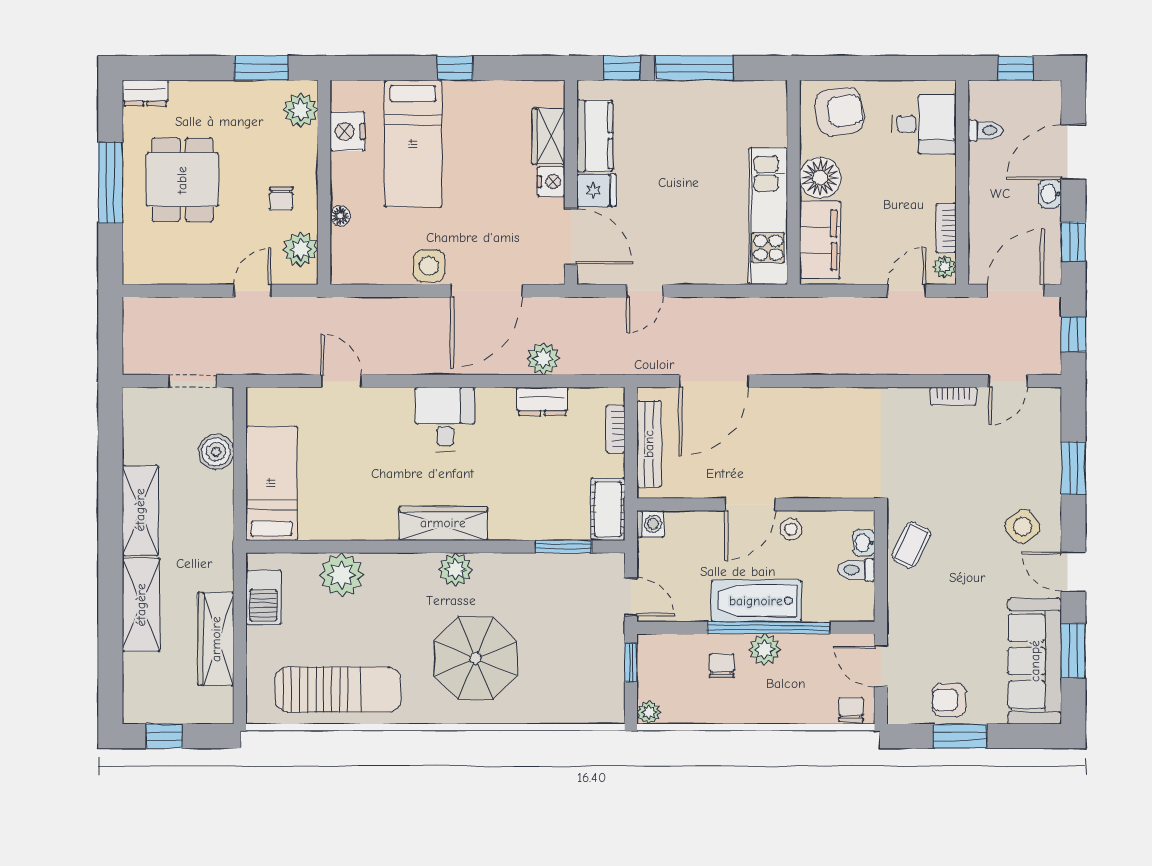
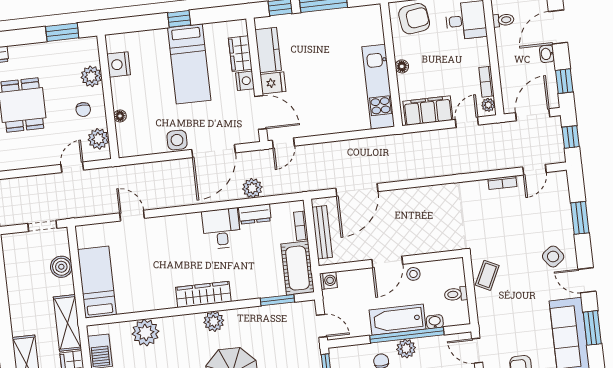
plant: (301, 110) -> (91, 76), moved
bed: (413, 144) -> (189, 64), moved
floor lamp: (820, 178) -> (402, 66), width x0.53, depth x0.53
filing cabinet: (820, 240) -> (428, 111), moved, turned -90
door: (645, 291) -> (283, 143), moved
desk: (445, 419) -> (221, 229), moved
cot: (608, 509) -> (298, 268), width x1.37, depth x1.34
shelving: (140, 510) -> (67, 323), moved
washbasin: (864, 543) -> (435, 322), moved, turned 90

